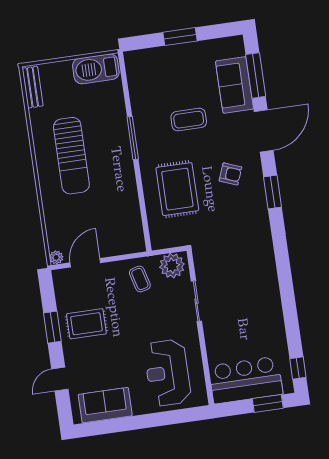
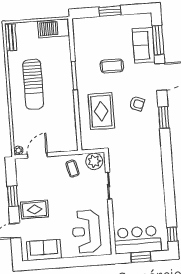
rug: (86, 324) -> (35, 209), moved
window: (268, 403) -> (141, 257), moved

